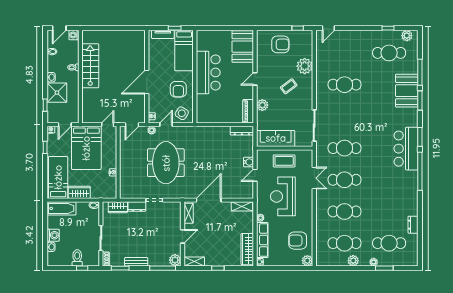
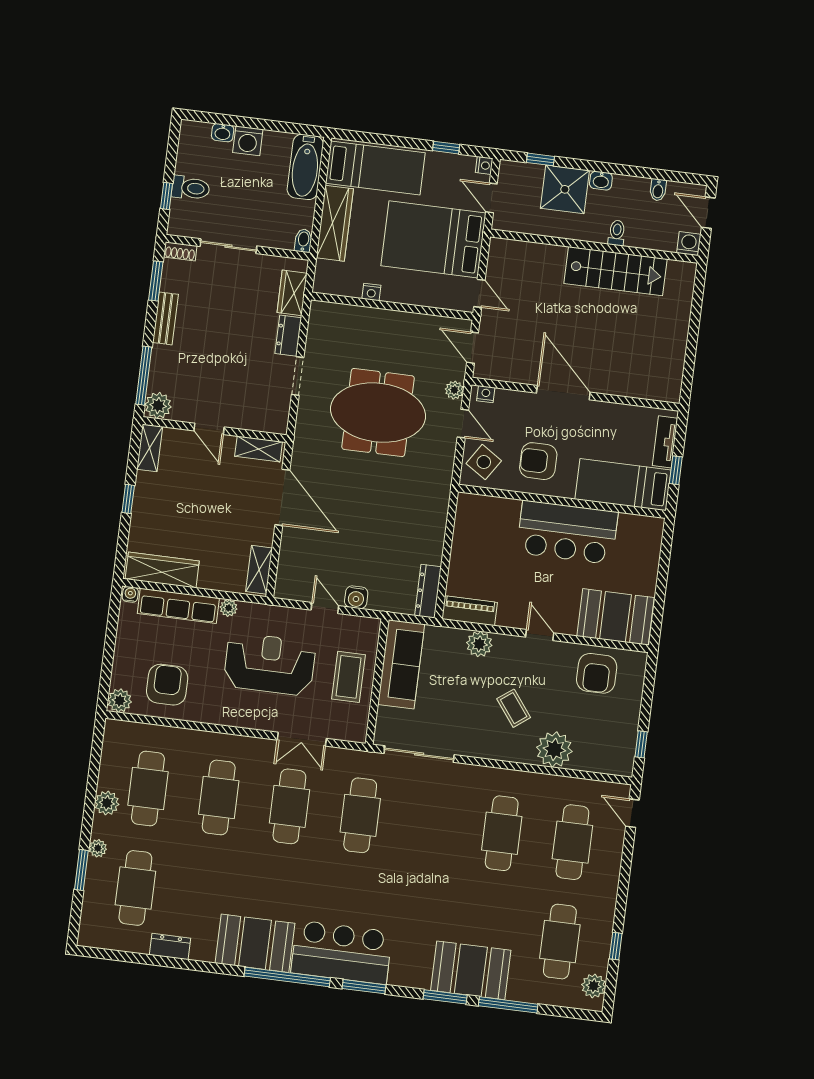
armchair: (280, 44) -> (597, 673), moved
cafe table: (345, 53) -> (572, 842), added
booth: (407, 187) -> (255, 943), added
wardrobe: (79, 192) -> (335, 223), width x1.50

